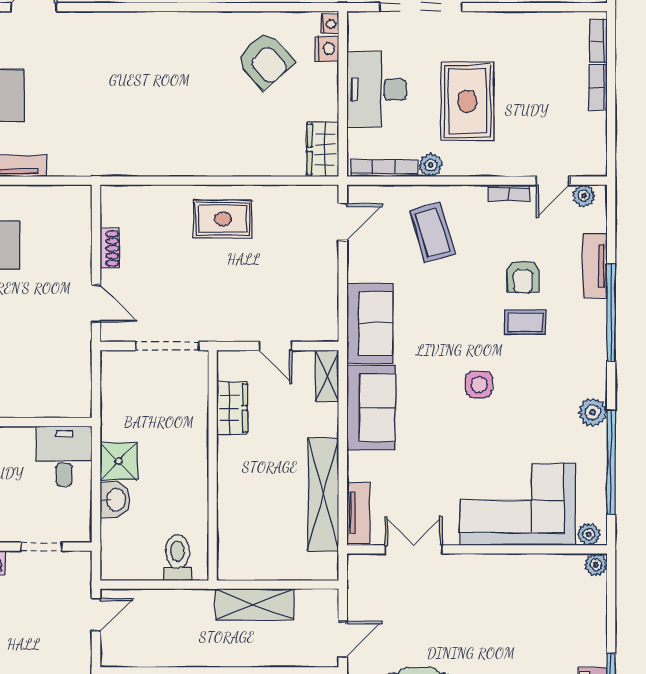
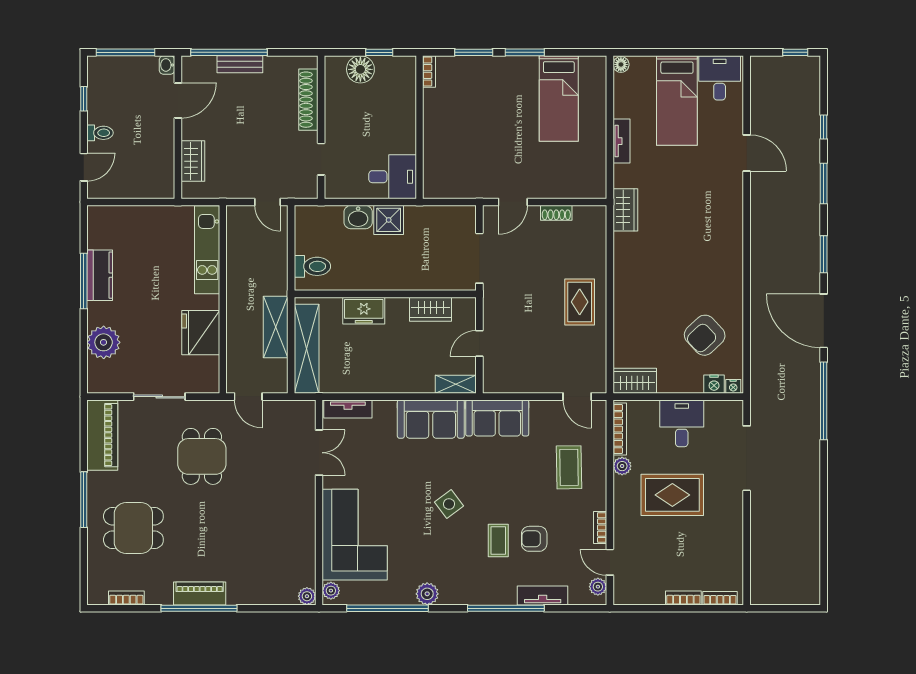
desk: (377, 90) -> (682, 423), width x0.73
wardrobe: (106, 161) -> (625, 210), added
coffee table: (432, 232) -> (569, 467), turned -75
side table: (479, 385) -> (449, 504), turned -37
freezer: (234, 493) -> (364, 311), added
shelving: (323, 494) -> (307, 349), moved, turned 90

